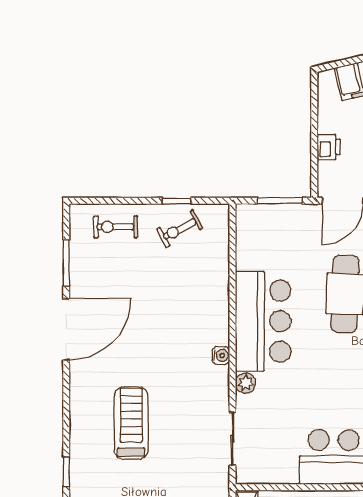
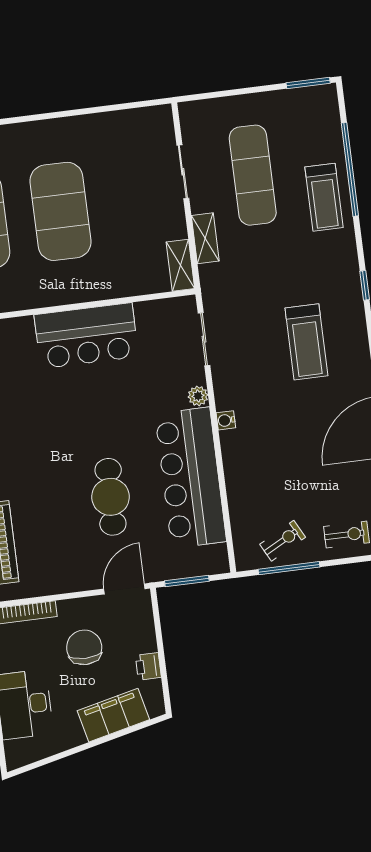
printer: (329, 147) -> (148, 666), moved
window: (177, 201) -> (289, 568), width x2.17
bar counter: (263, 321) -> (191, 478), width x1.36

